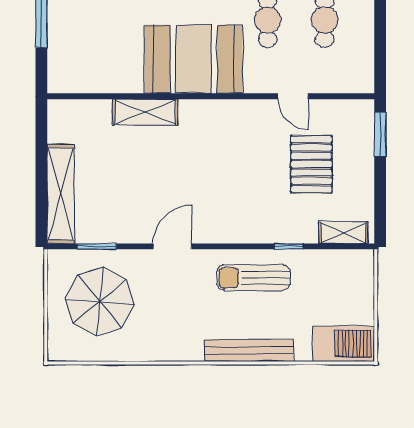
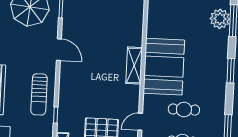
shelving: (145, 112) -> (134, 66), moved
sun lounger: (253, 278) -> (39, 94), turned 180

